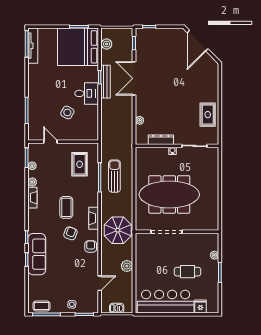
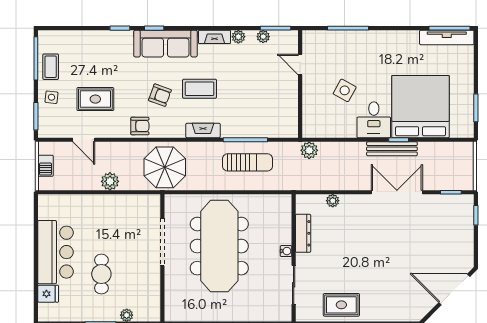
plant: (107, 44) -> (309, 150), moved
bed: (78, 47) -> (421, 107), moved
door: (50, 142) -> (300, 65), swing flipped
rug: (80, 164) -> (95, 99), moved
fireplace: (94, 218) -> (203, 130), moved
sofa: (37, 254) -> (165, 44), moved
bar counter: (166, 302) -> (56, 252), width x0.73
coffee table: (42, 306) -> (51, 67), moved

